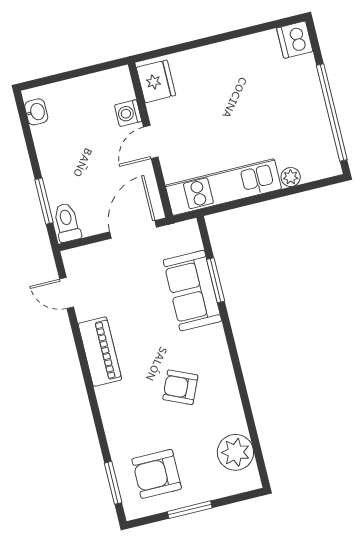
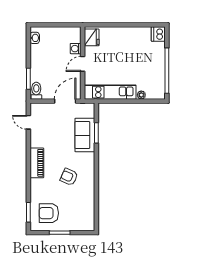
piano: (100, 352) -> (37, 163), moved
plant: (235, 452) -> (86, 212), removed

